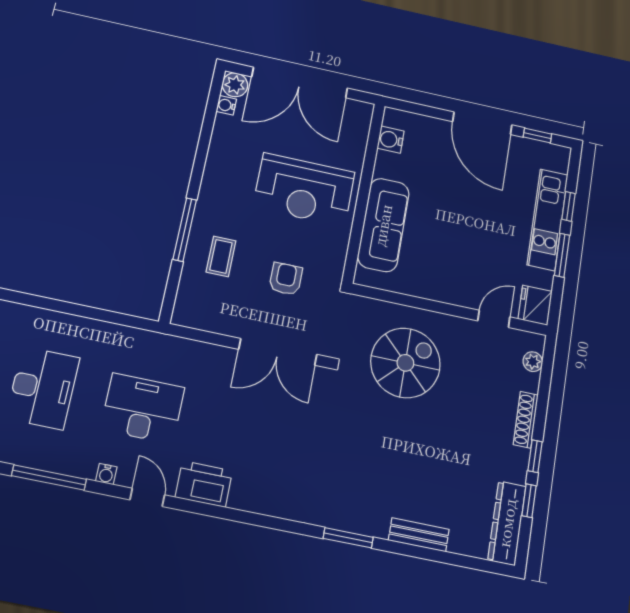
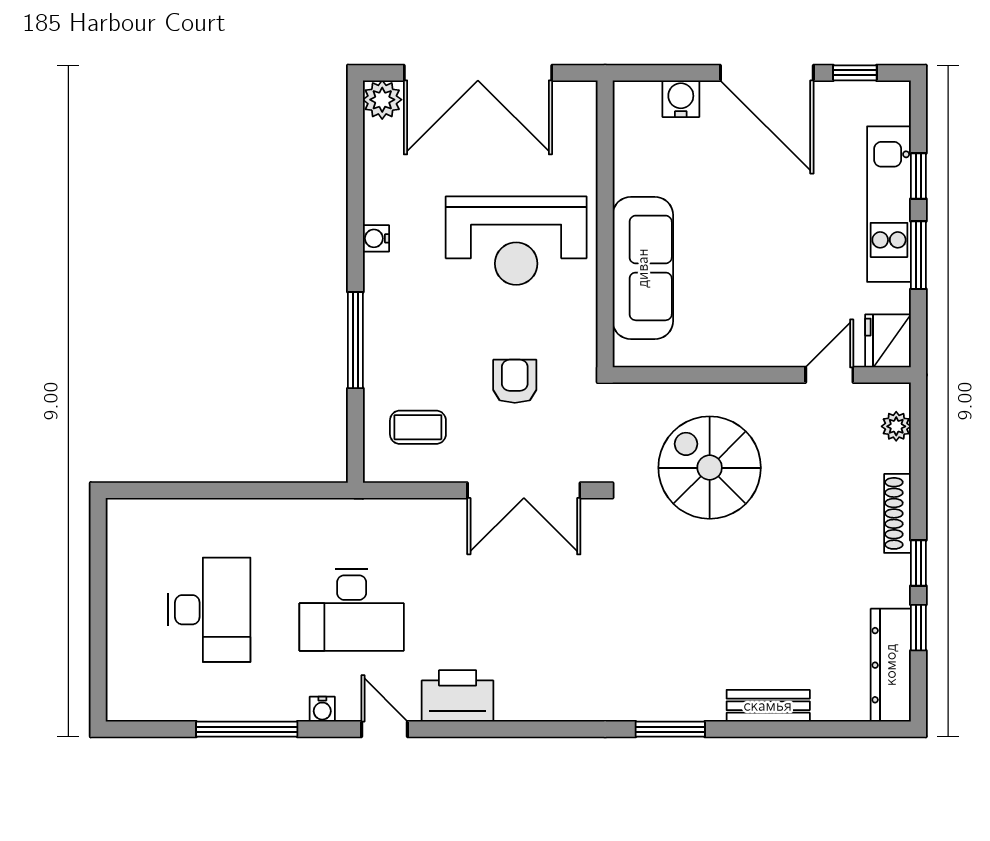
water cooler: (226, 105) -> (376, 238), moved
water cooler: (391, 140) -> (681, 99), moved, turned 90
coffee table: (221, 256) -> (418, 427), moved, turned 90
spiral stairs: (405, 363) -> (710, 468), turned -90
desk: (143, 408) -> (352, 610), turned 180

